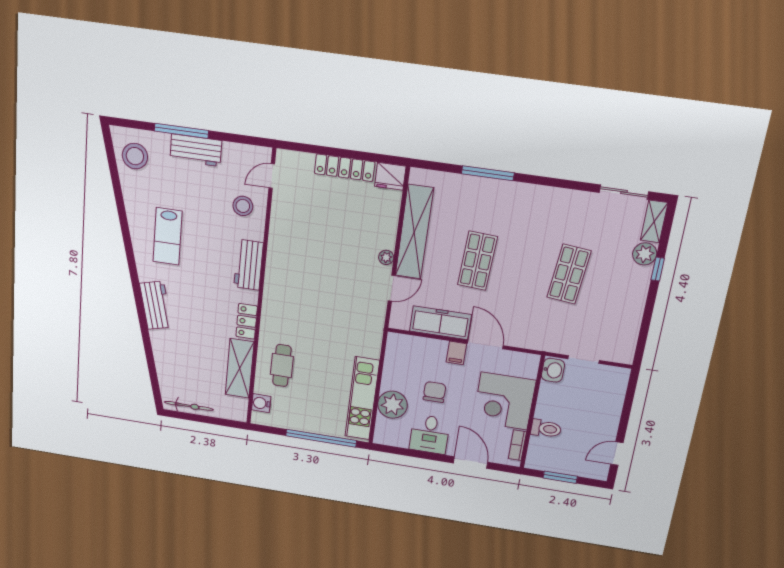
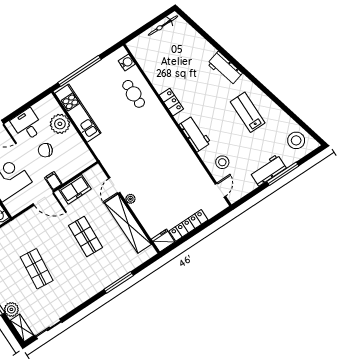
freezer: (440, 323) -> (75, 189), width x0.71
shelving: (240, 368) -> (154, 72), removed
chair: (435, 392) -> (45, 150), turned 116

